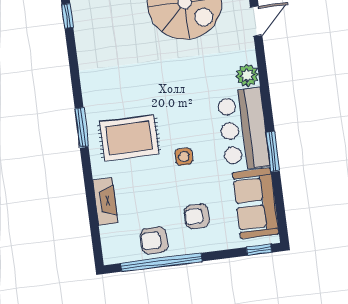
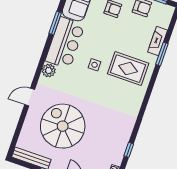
window: (82, 128) -> (162, 54), moved
side table: (184, 157) -> (95, 65), moved

